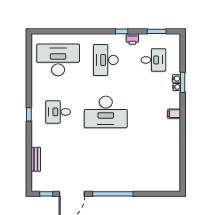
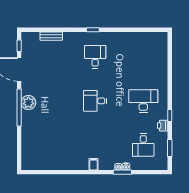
desk: (58, 60) -> (143, 57), removed
desk: (106, 112) -> (95, 101), width x0.53, depth x0.77
plant: (108, 184) -> (28, 103), added

